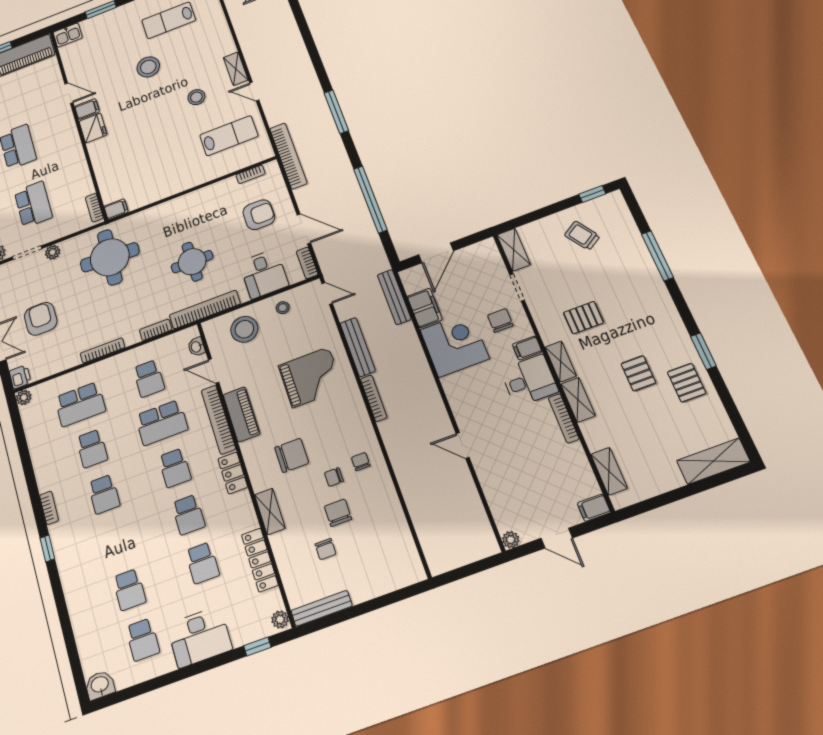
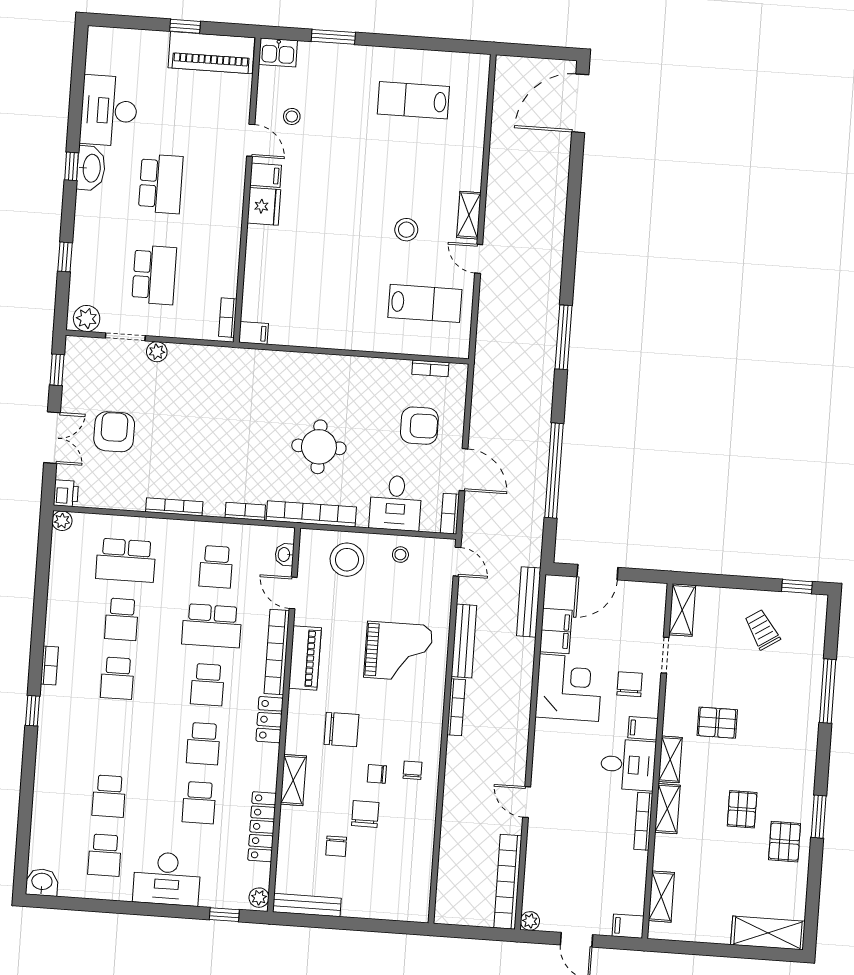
stool: (148, 67) -> (292, 116), moved, width x0.53, depth x0.53
bookcase: (288, 156) -> (508, 882), moved, turned 180
round table: (110, 257) -> (224, 393), removed

